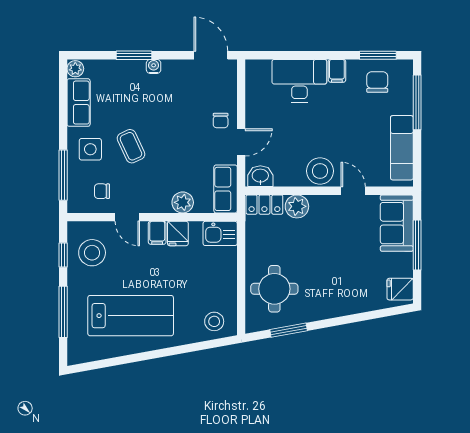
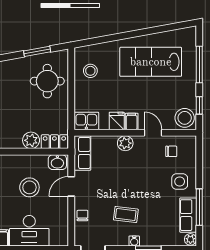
chair: (221, 121) -> (82, 216), moved
coffee table: (131, 146) -> (126, 215), moved, turned -58
stool: (320, 171) -> (29, 187), moved
window: (63, 175) -> (199, 207), moved
plant: (183, 202) -> (125, 143), moved
stool: (92, 253) -> (185, 118), moved
stool: (214, 321) -> (90, 71), moved

